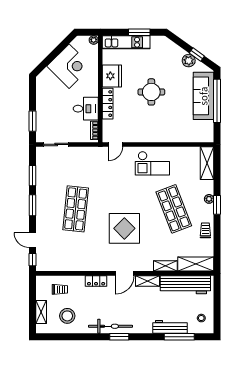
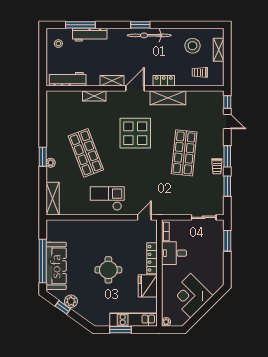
trolley: (205, 230) -> (217, 166), moved
shelving: (196, 264) -> (168, 98), moved
workbench: (185, 285) -> (68, 79), width x0.73, depth x0.76

